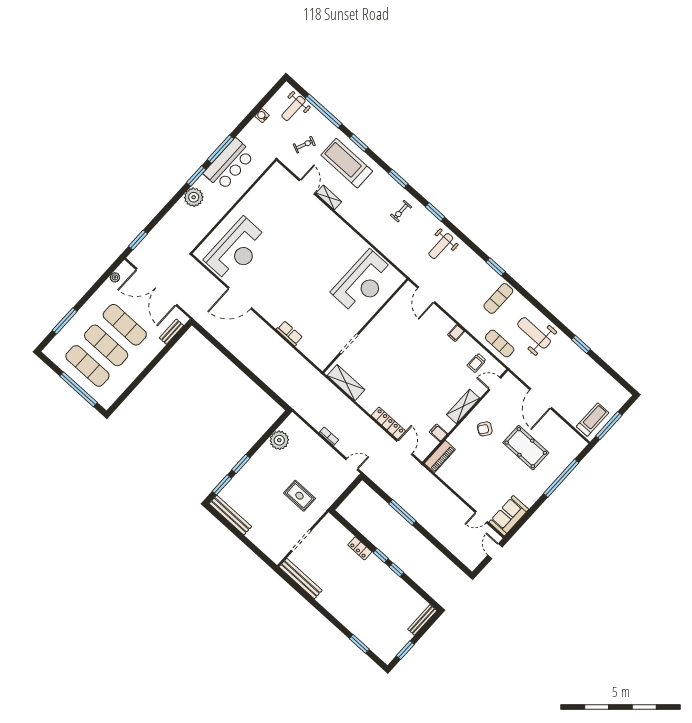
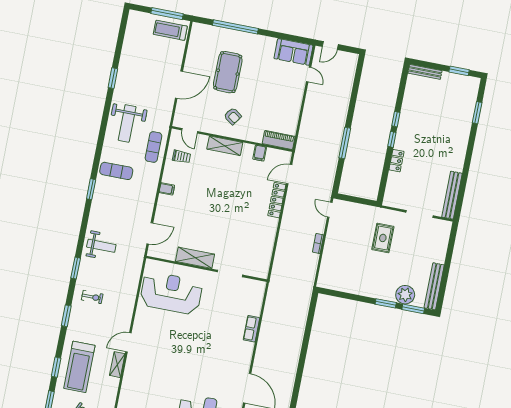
door: (307, 187) -> (128, 342), moved
shelving: (346, 383) -> (195, 258), moved, turned 90
plant: (279, 440) -> (405, 295), moved

